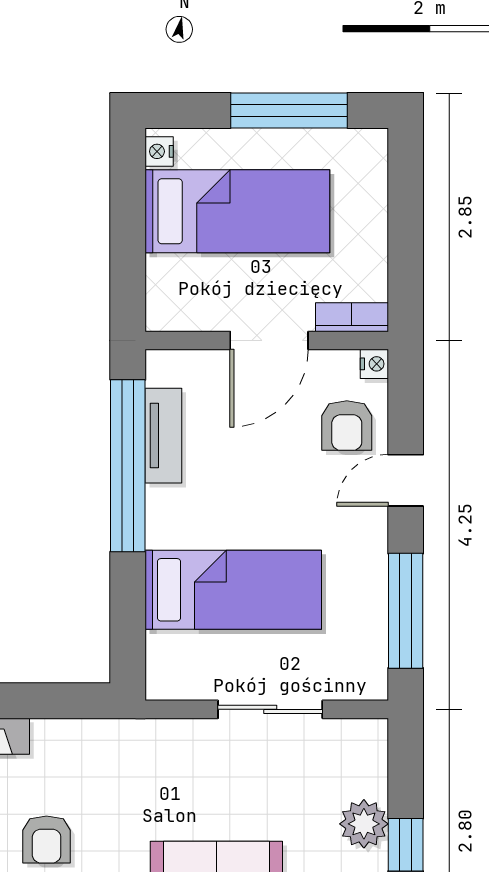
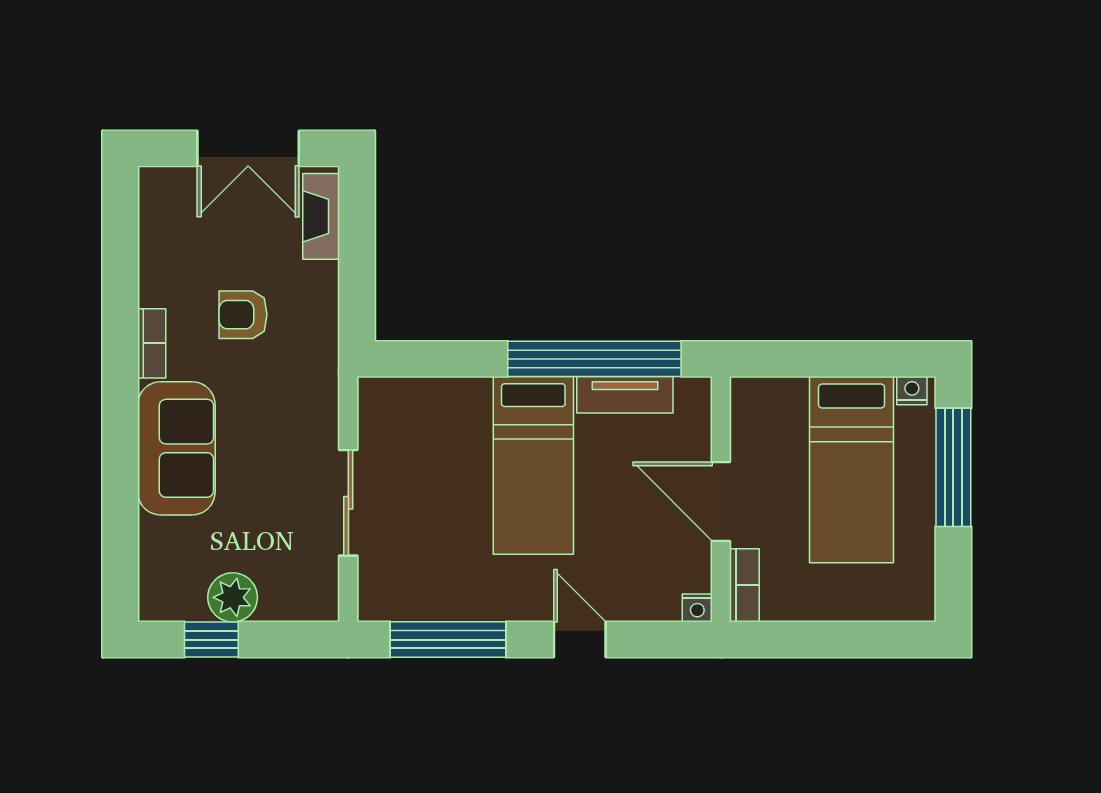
window: (289, 110) -> (953, 467), moved
armchair: (347, 426) -> (635, 580), removed
bed: (233, 590) -> (533, 465), moved
armchair: (47, 839) -> (243, 315), moved

